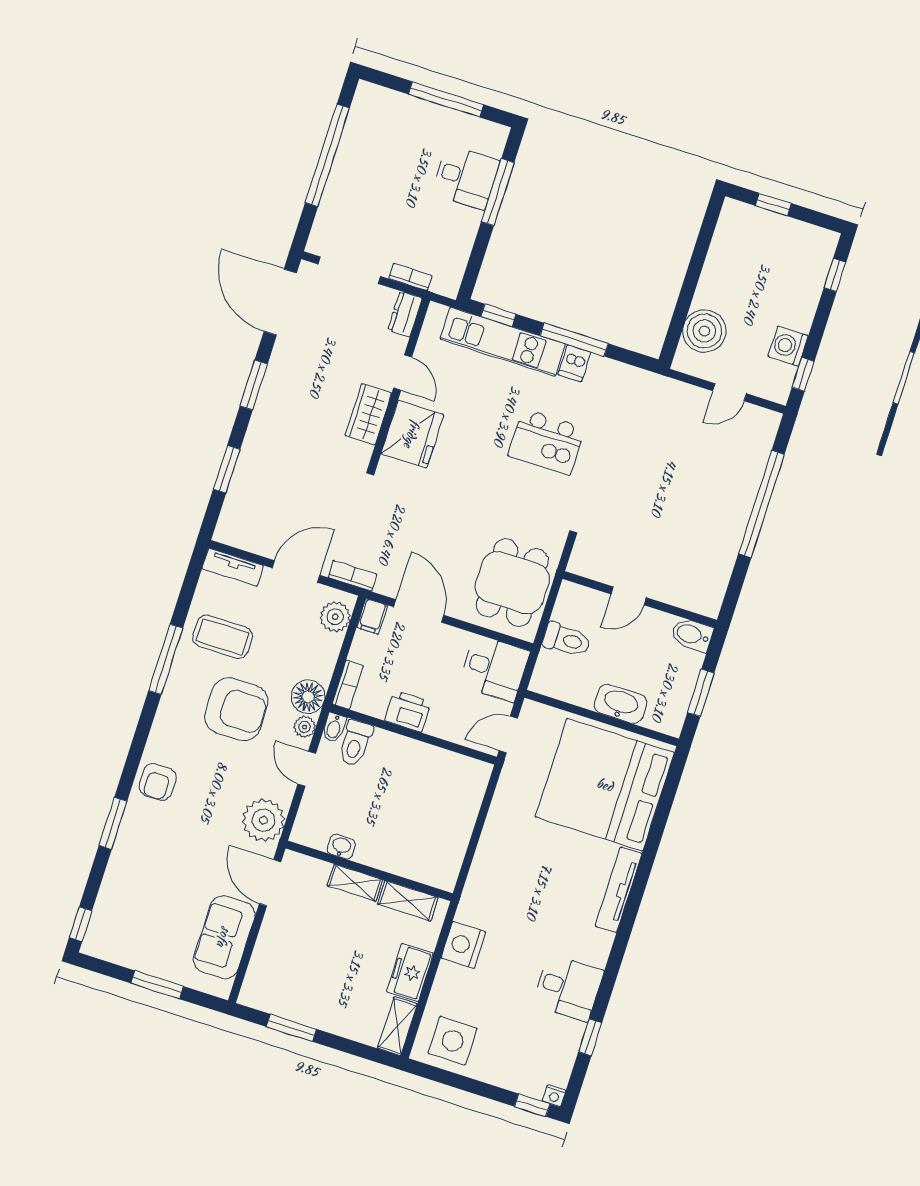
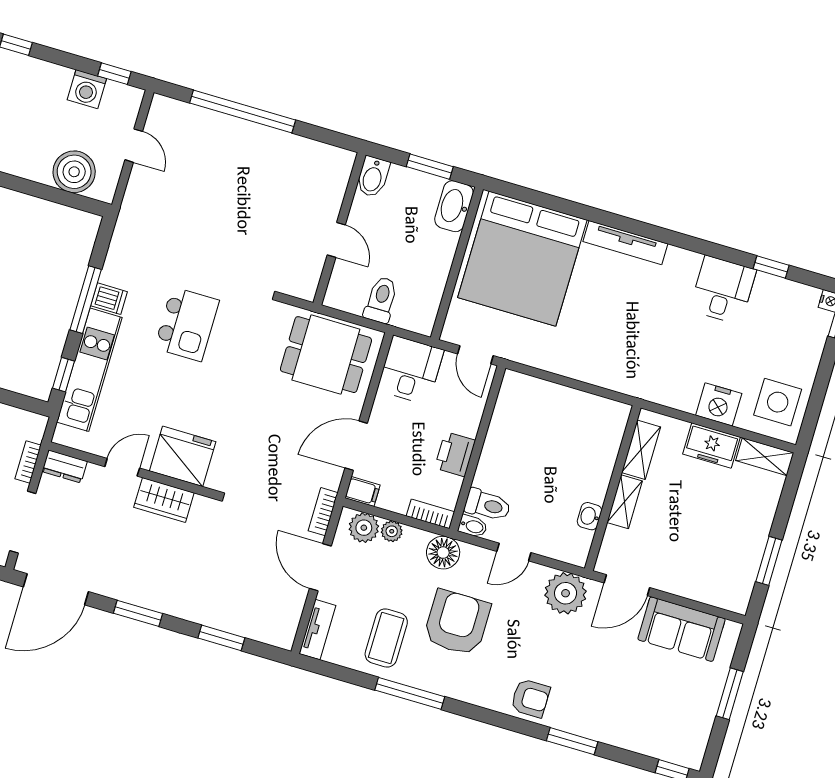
washbasin: (621, 704) -> (454, 206), moved
plant: (305, 727) -> (392, 531), moved
nightstand: (463, 945) -> (719, 404), moved

